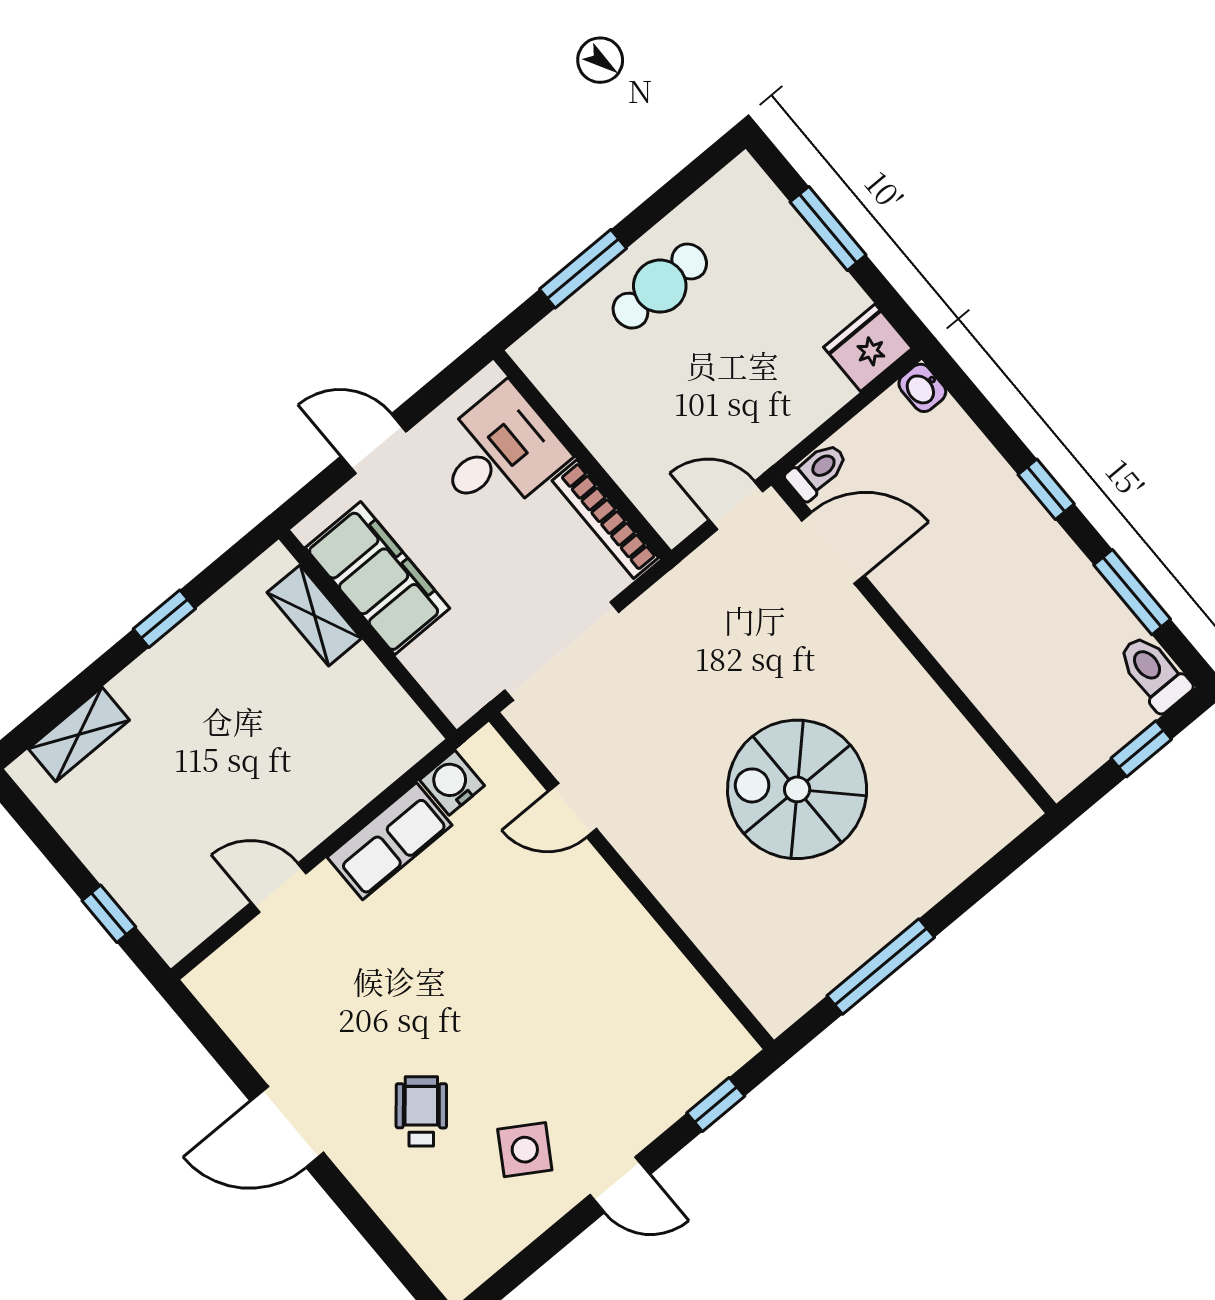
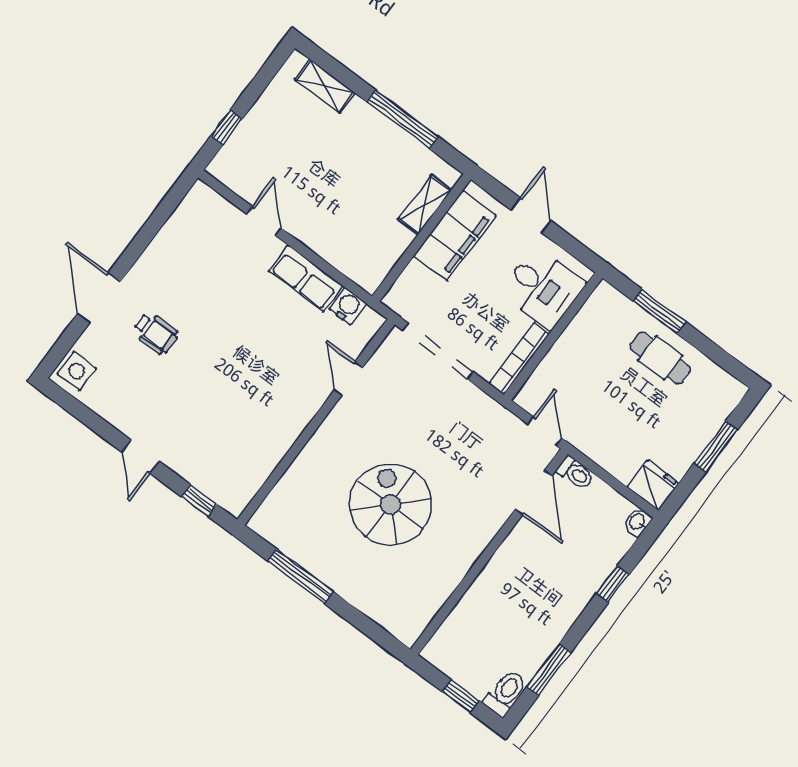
window: (1046, 489) -> (613, 584), moved
window: (164, 619) -> (403, 119), width x2.17
wheelchair: (421, 1111) -> (156, 333), turned 50
door: (287, 1127) -> (99, 298), moved
side table: (525, 1150) -> (77, 371), moved, turned -32

